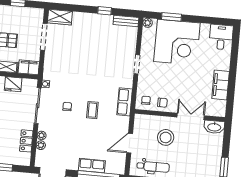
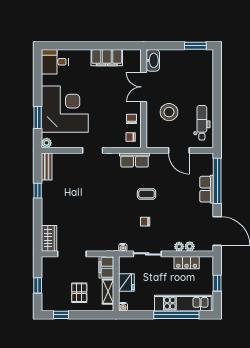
sliding door: (38, 106) -> (147, 254), width x0.73

